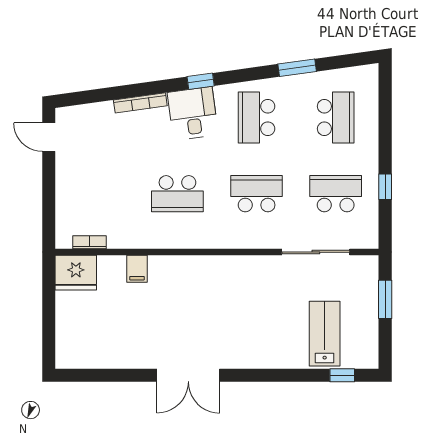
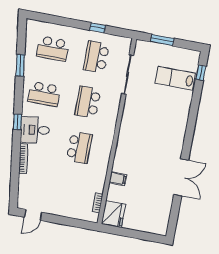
school desk: (336, 118) -> (53, 49), turned 180
double door: (188, 375) -> (181, 177), moved

